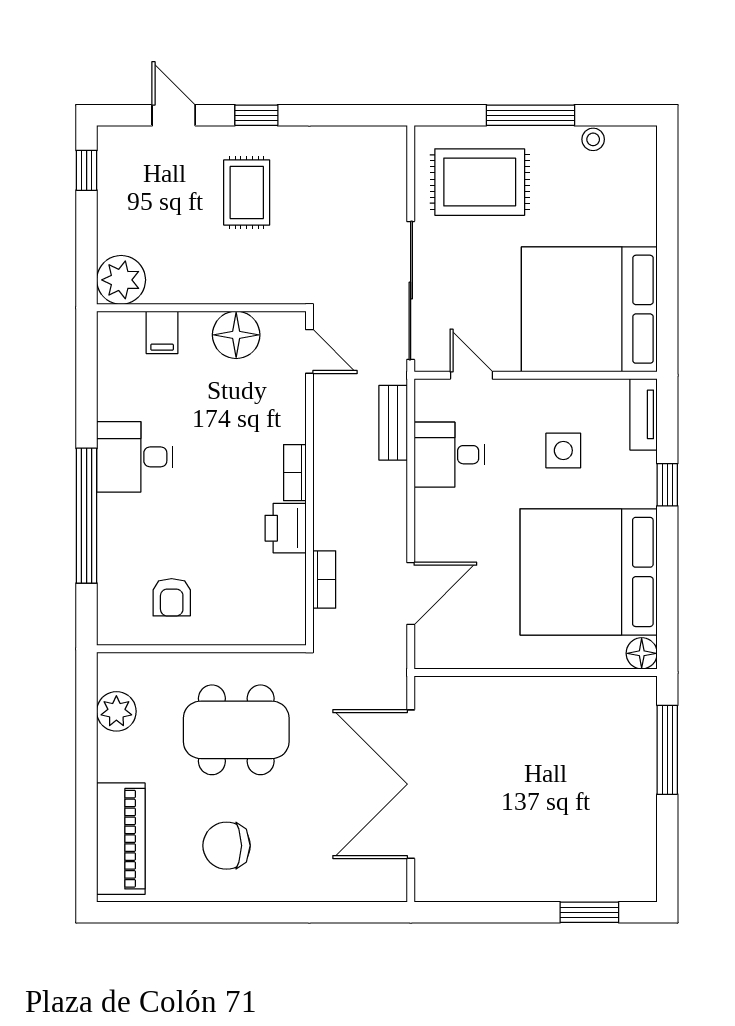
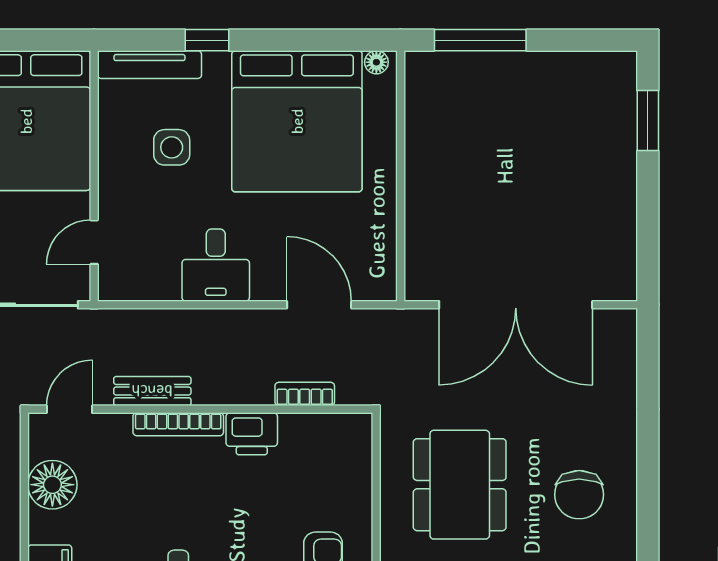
tv unit: (644, 414) -> (149, 65), width x1.41
bench: (393, 423) -> (152, 391), moved
desk: (449, 455) -> (216, 265), moved
bookcase: (295, 473) -> (178, 424), width x1.56
floor lamp: (642, 653) -> (376, 62), width x0.73, depth x0.73

